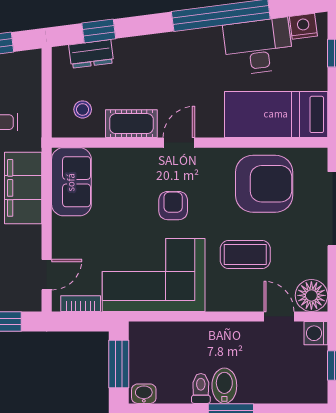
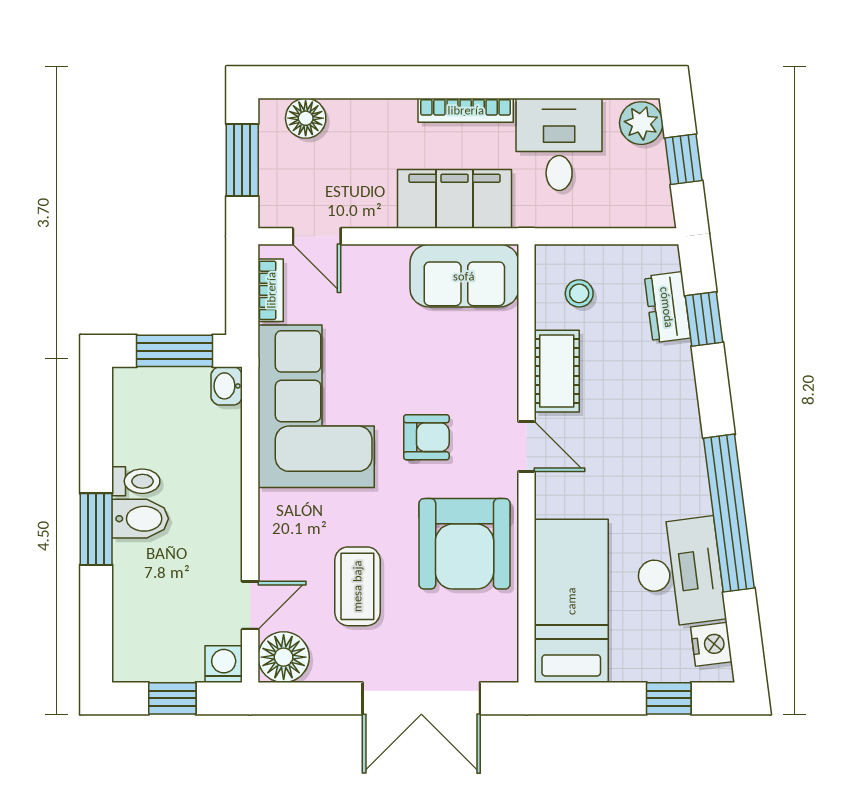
armchair: (264, 184) -> (465, 544), moved
coffee table: (245, 255) -> (357, 586), moved
washbasin: (144, 394) -> (227, 386), moved, turned 180

